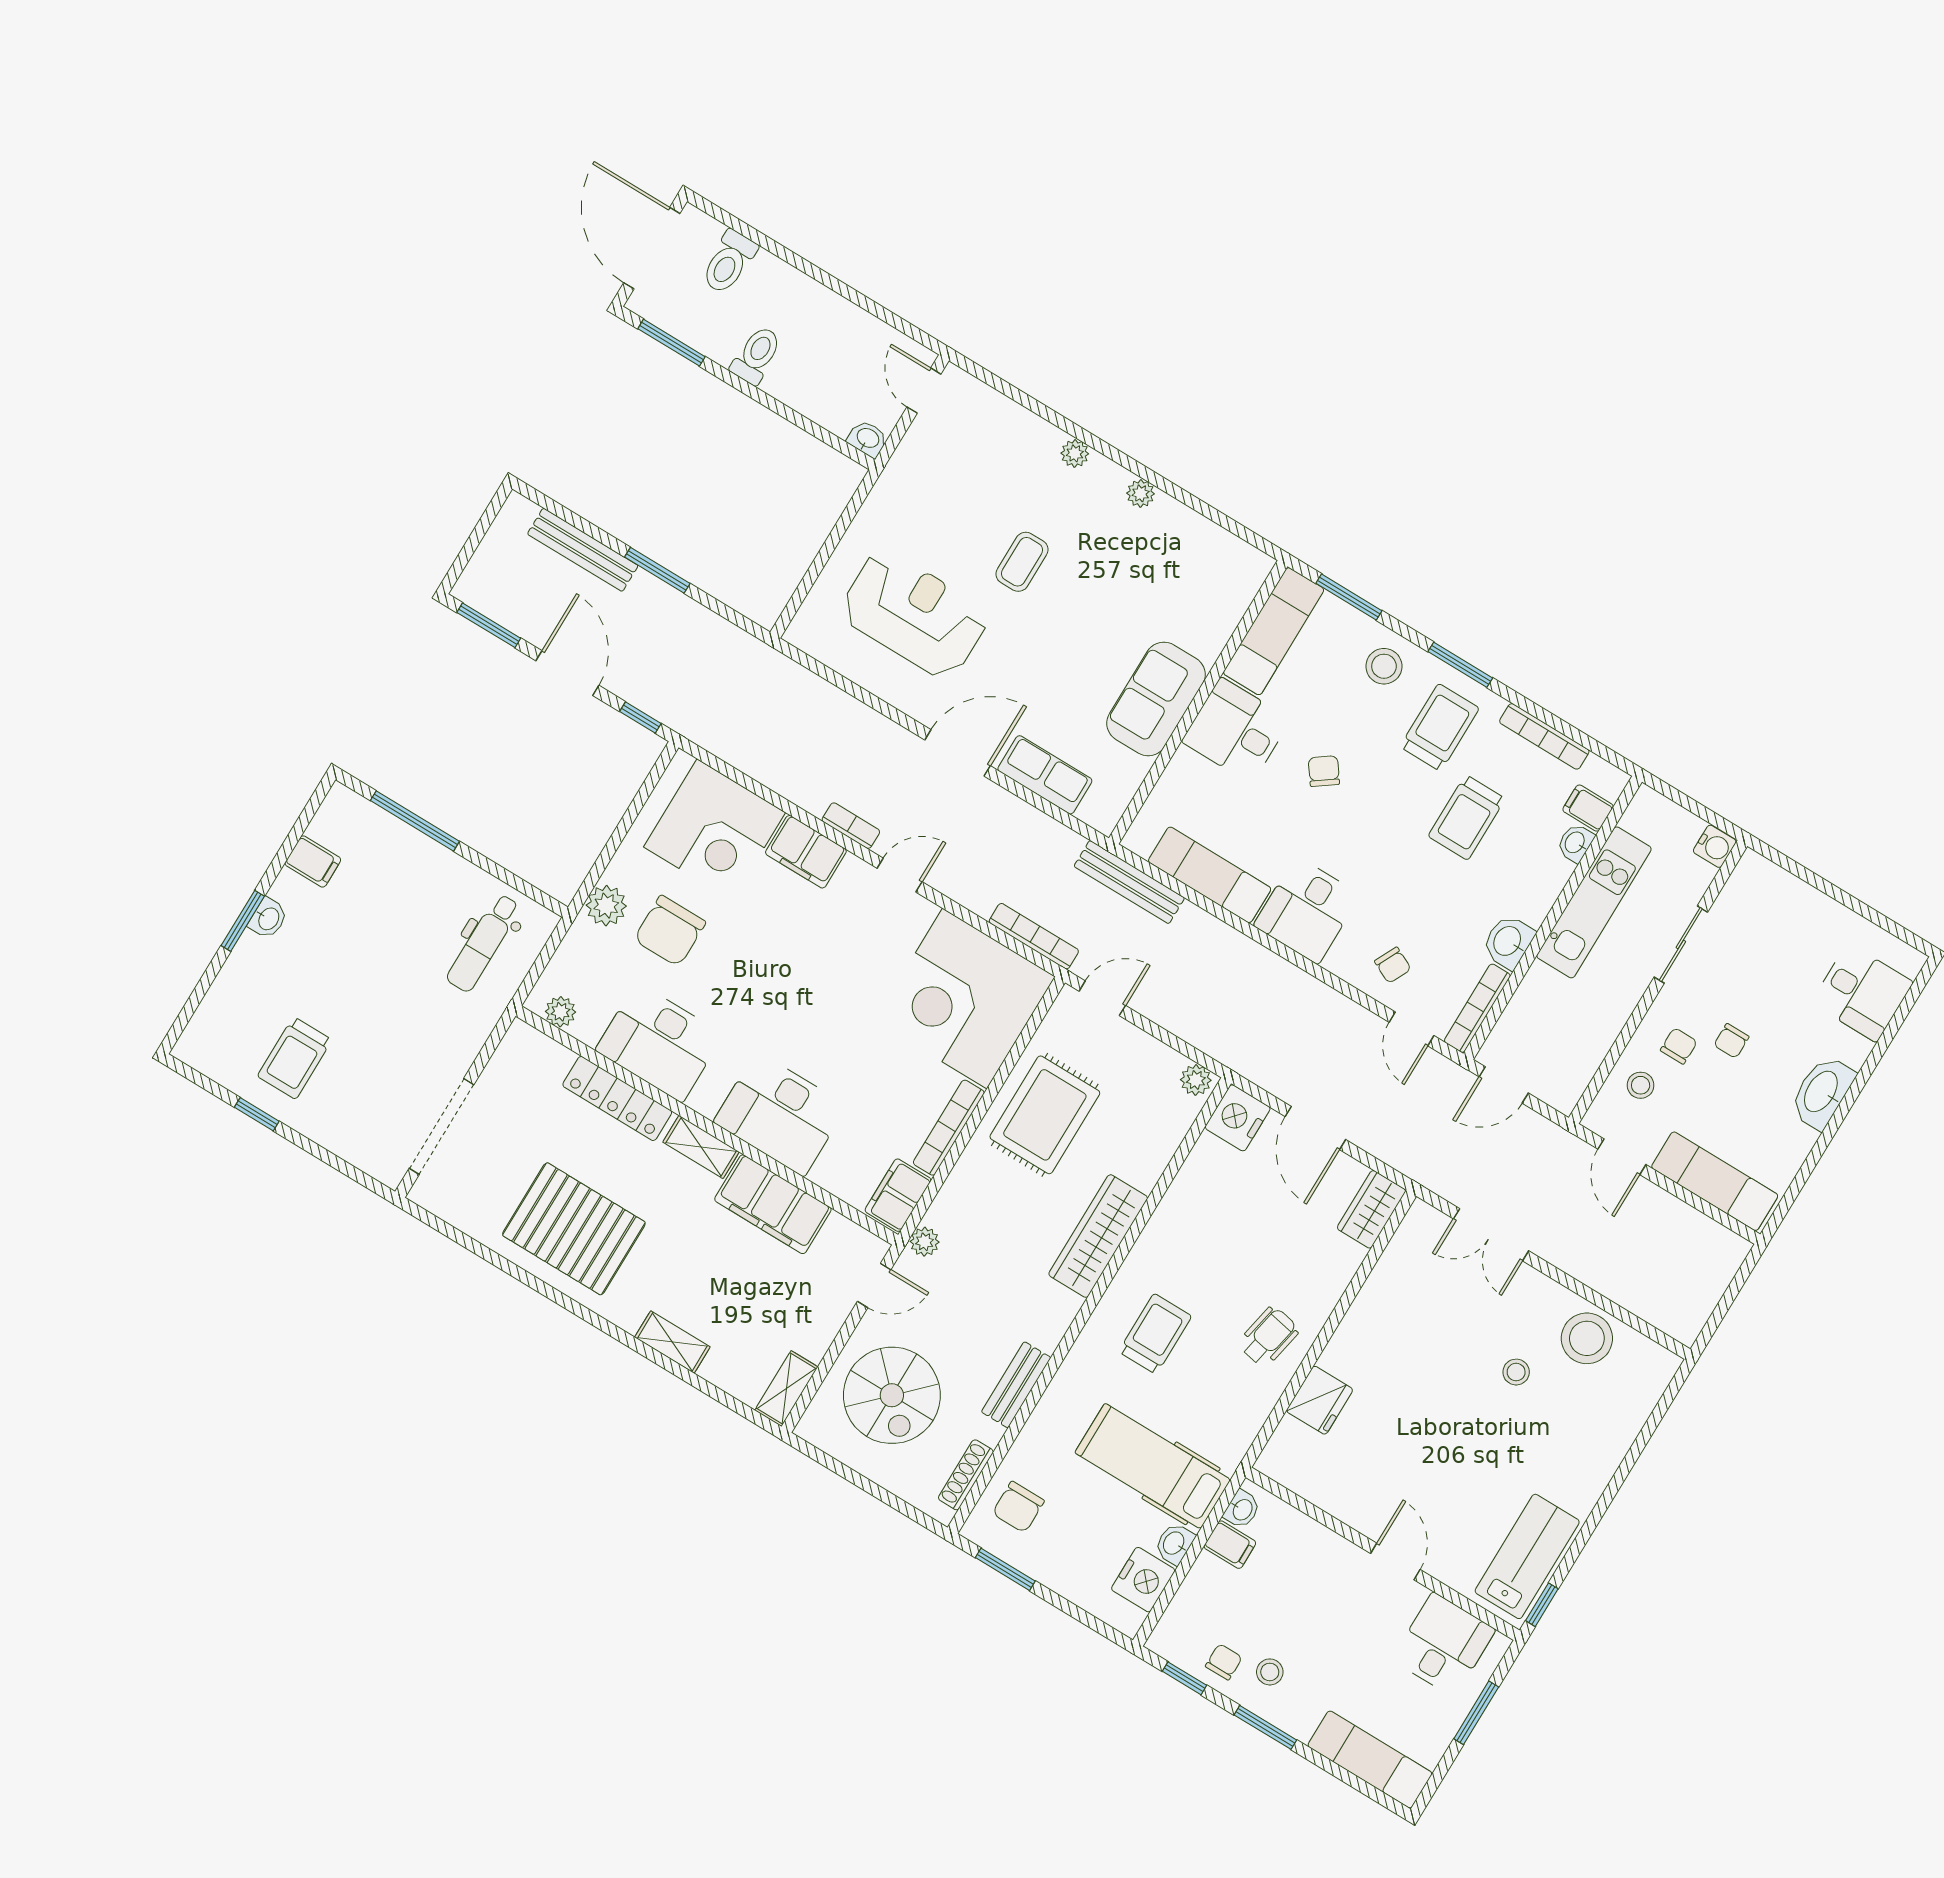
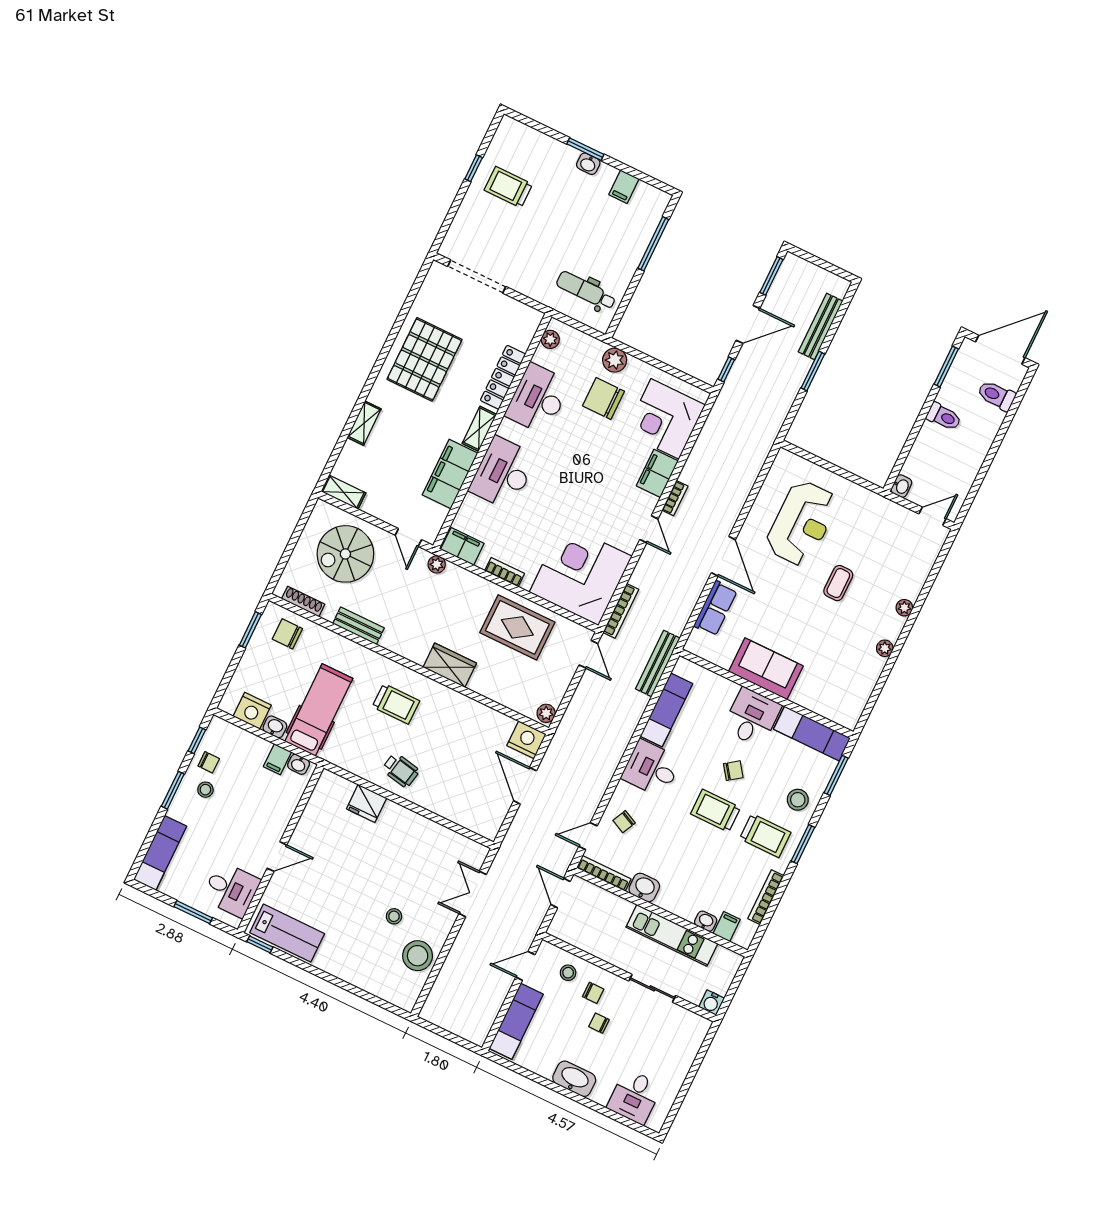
coffee table: (1022, 562) -> (838, 583), turned 90
trolley: (1467, 817) -> (716, 811), moved
bookcase: (949, 1128) -> (505, 572), width x0.64
door: (1315, 1128) -> (525, 786), hinge flipped
wardrobe: (1371, 1209) -> (481, 823), removed
wardrobe: (1098, 1236) -> (450, 665), width x0.67

